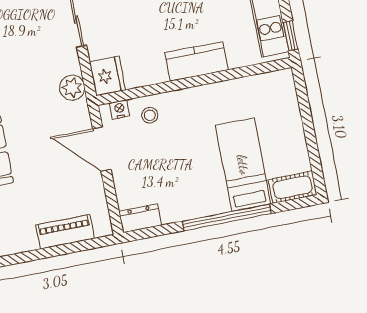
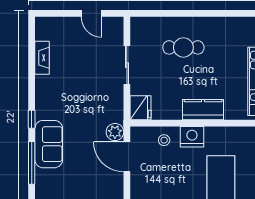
plant: (72, 88) -> (115, 132), moved
nightstand: (120, 109) -> (192, 137), moved, width x1.89, depth x1.79

